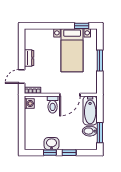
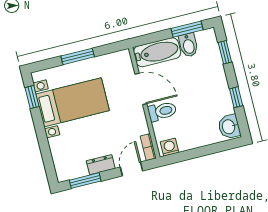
window: (22, 46) -> (85, 181), added
door: (22, 76) -> (131, 169), swing flipped
washbasin: (52, 144) -> (229, 127), moved
window: (69, 153) -> (225, 52), moved

